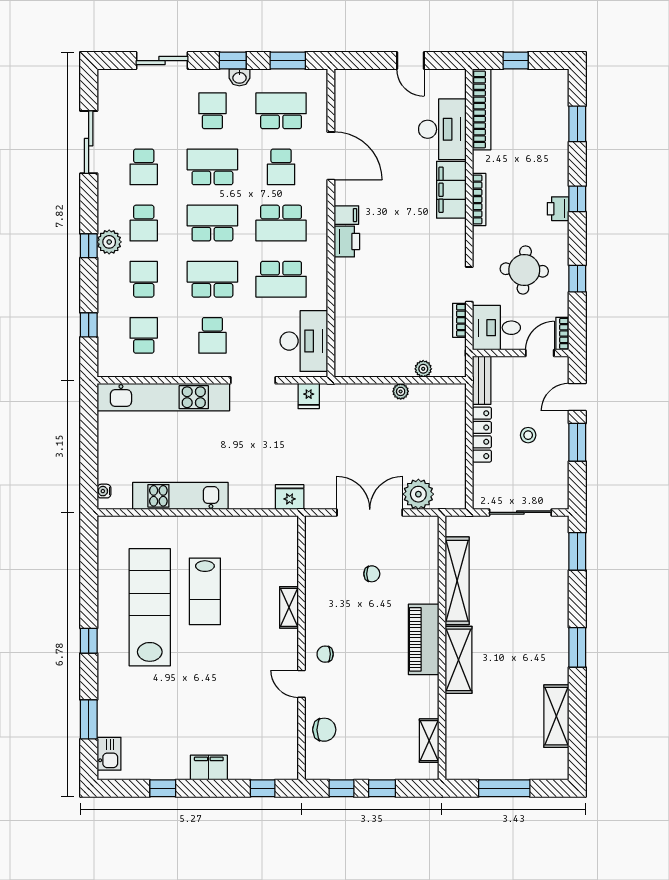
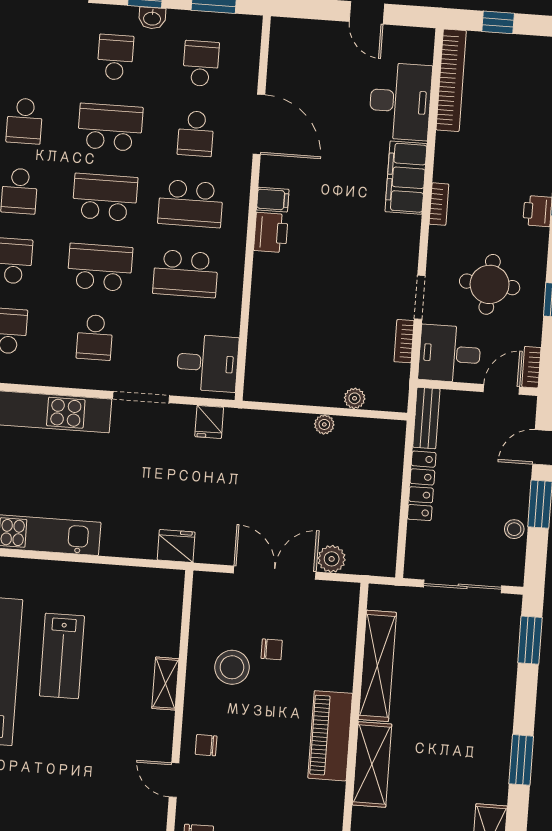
school desk: (281, 111) -> (201, 64), width x0.54
bookcase: (479, 200) -> (439, 204), width x0.64
desk: (304, 341) -> (208, 363), width x0.73
stool: (528, 435) -> (514, 529), moved
plant: (418, 494) -> (332, 559), width x0.73, depth x0.73
stool: (341, 591) -> (232, 667), added

